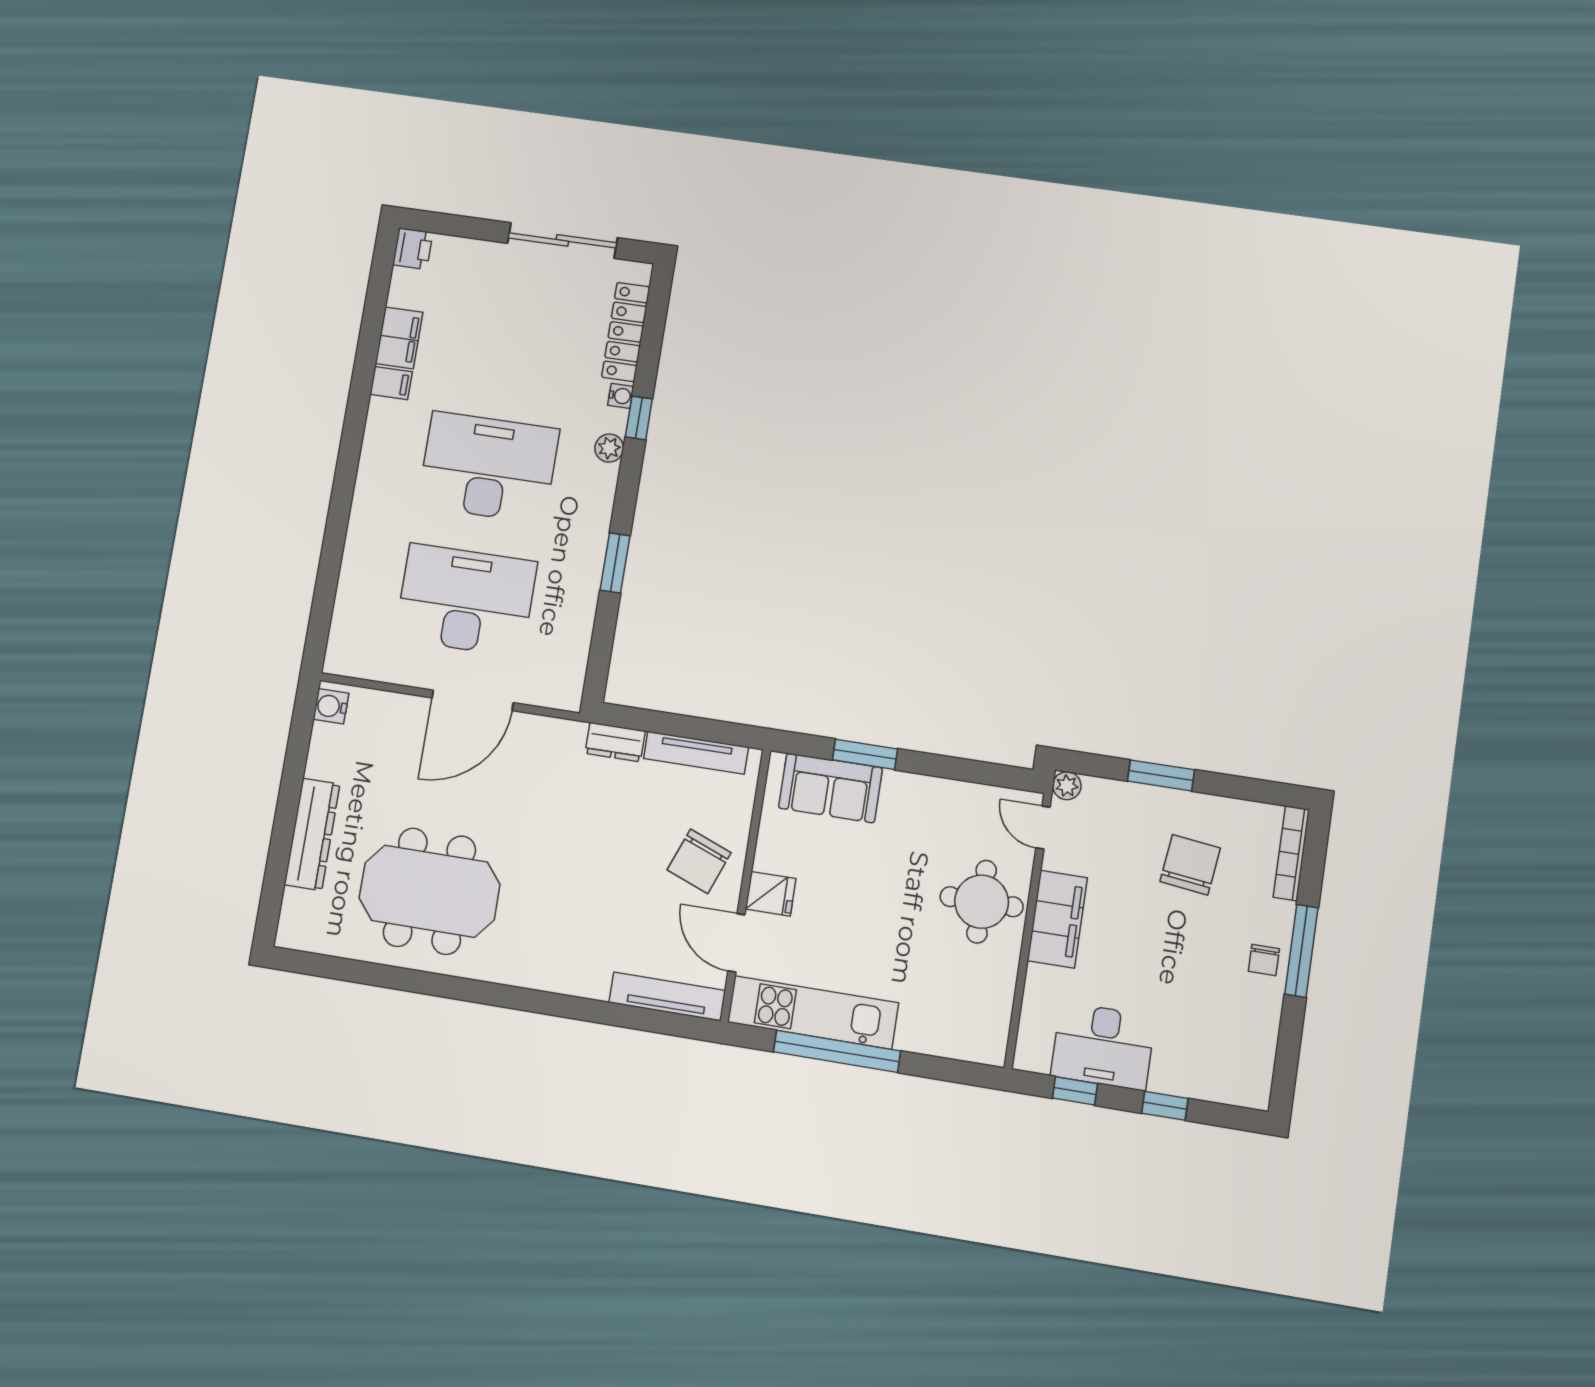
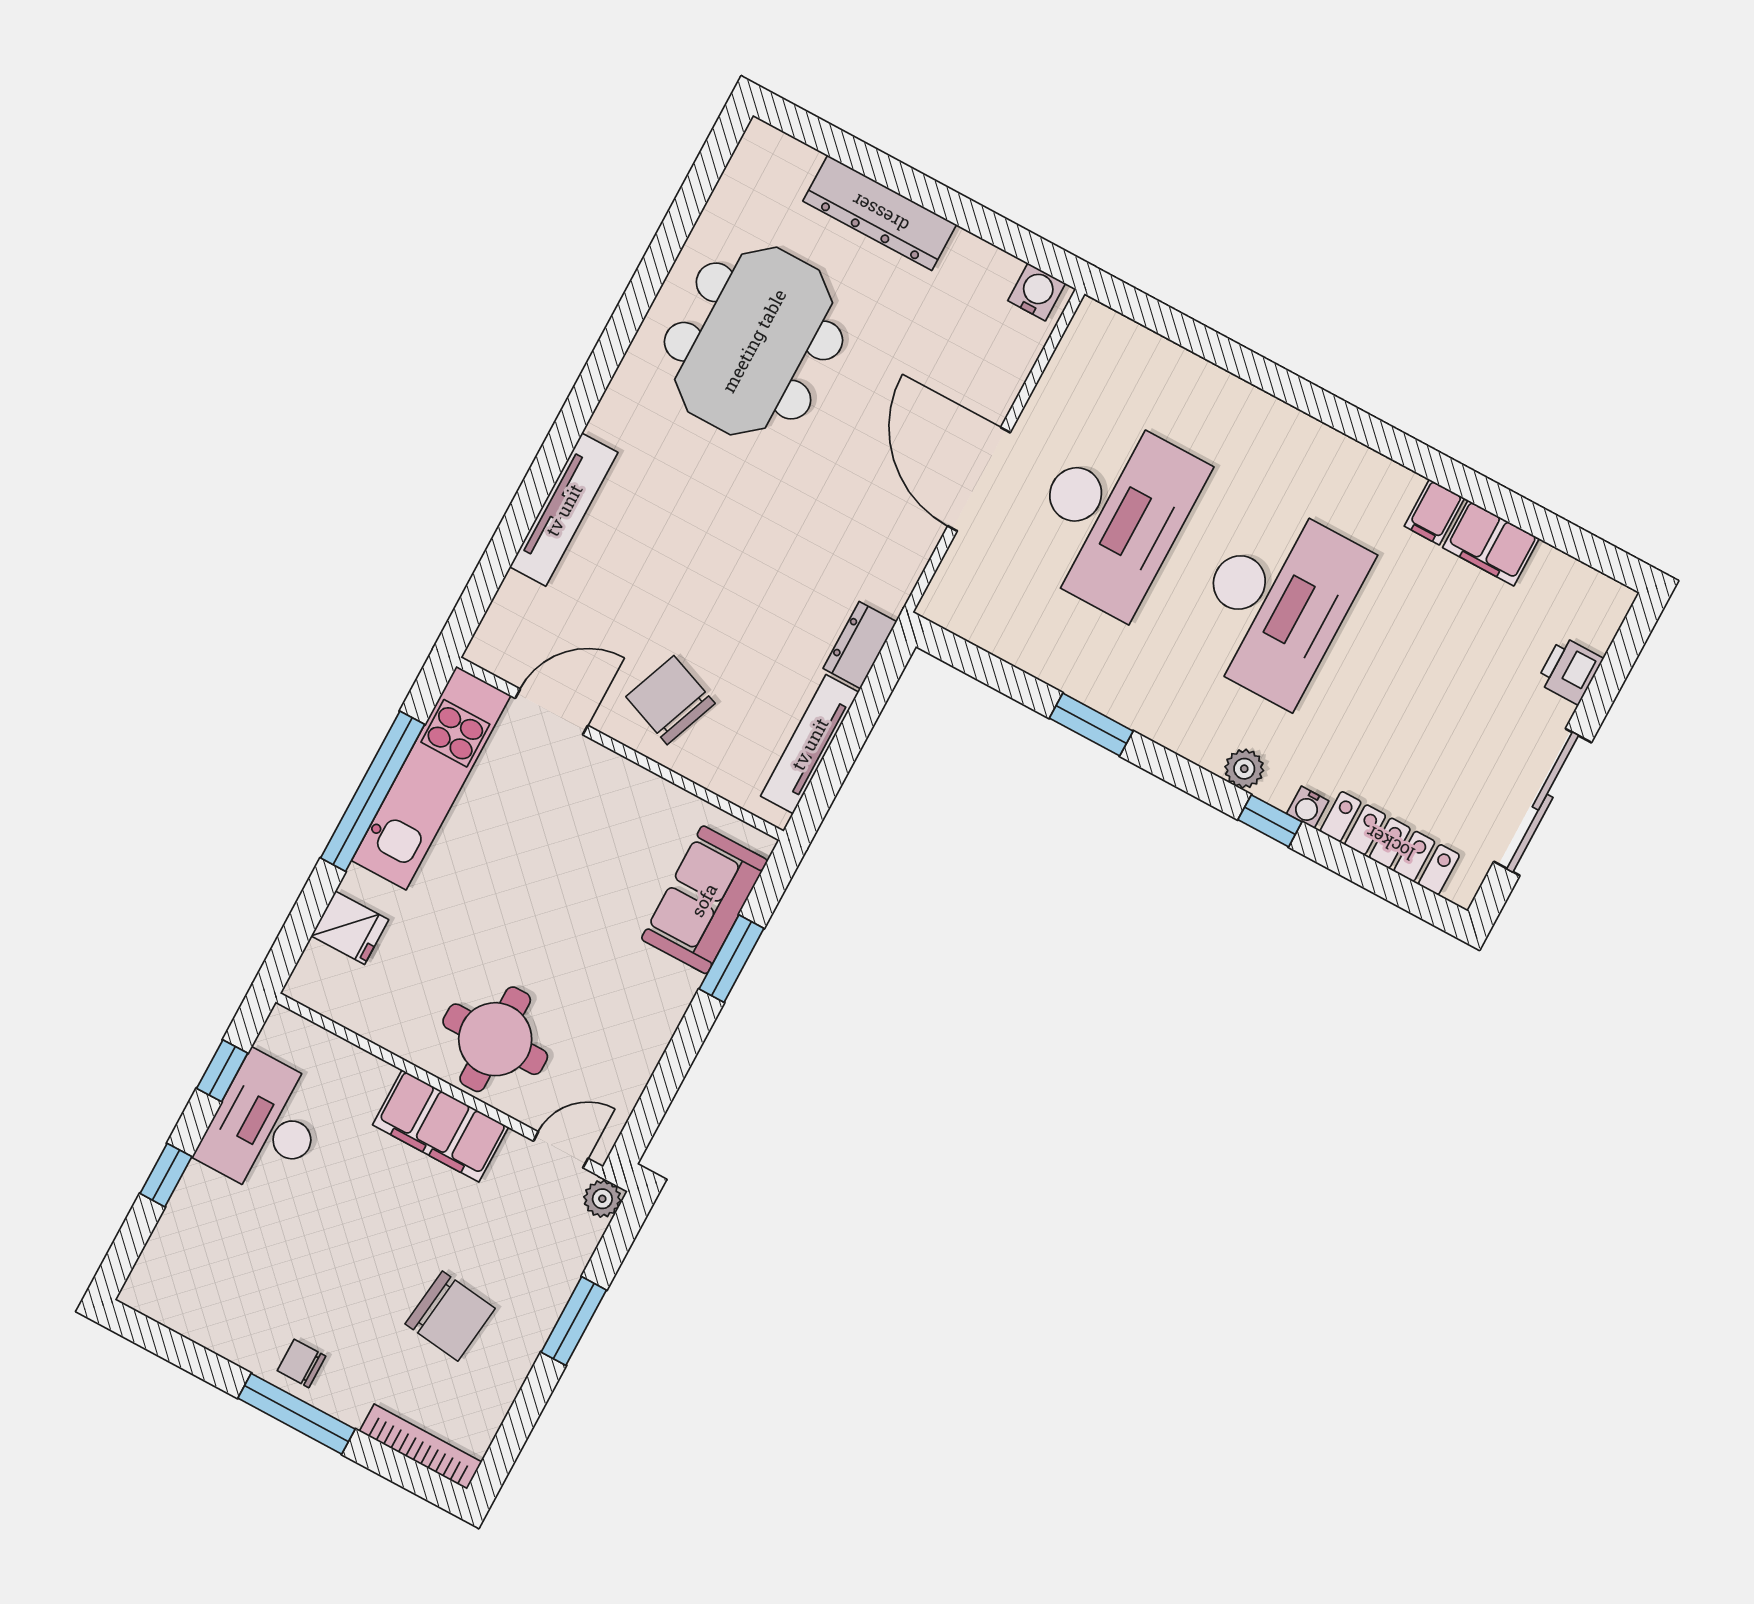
printer: (413, 249) -> (1570, 670), moved, turned 90
fridge: (771, 894) -> (350, 928), moved, turned -90
tv unit: (667, 996) -> (564, 510), moved

